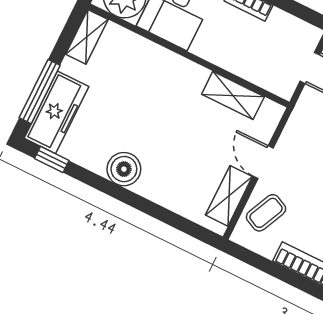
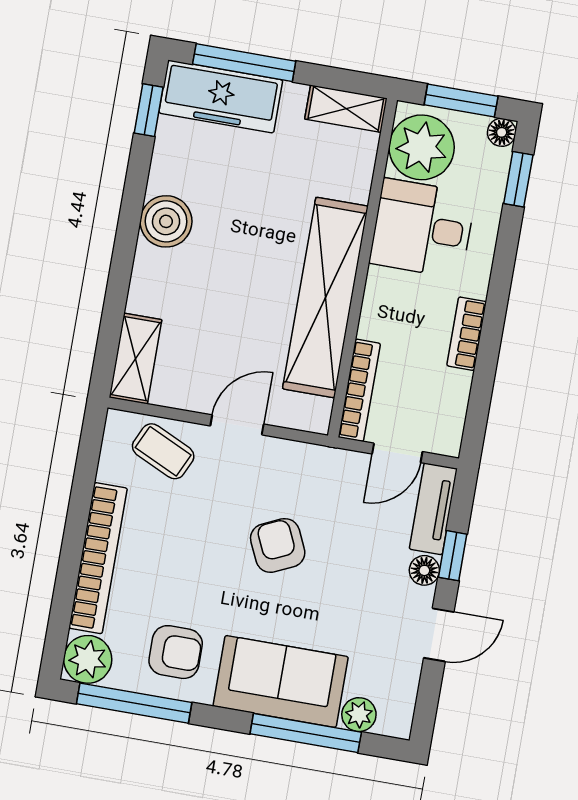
bookcase: (264, 80) -> (359, 390), added
shelving: (233, 95) -> (325, 297), width x2.20, depth x1.33
shelving: (229, 196) -> (135, 359), moved, turned 90

